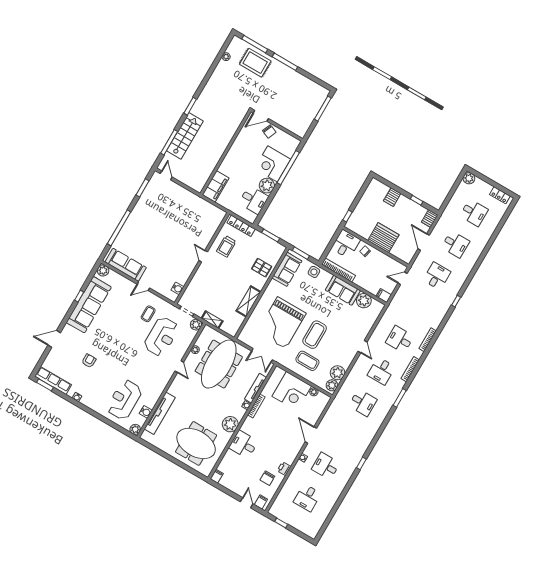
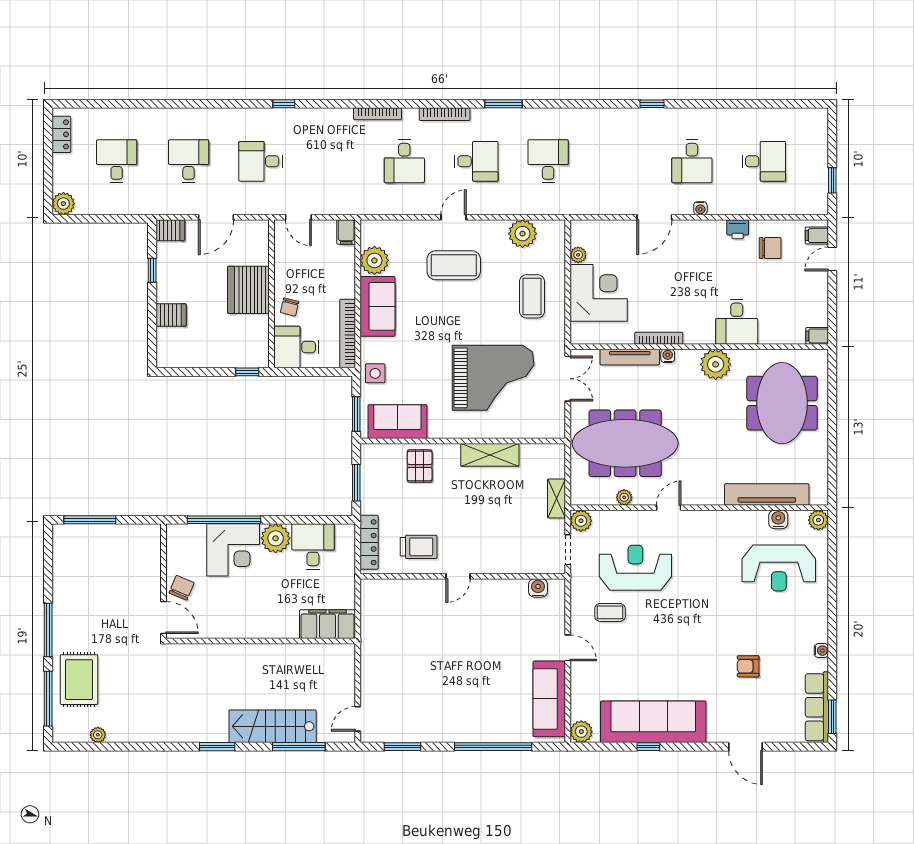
coffee table: (315, 335) -> (454, 265), moved
plant: (332, 385) -> (549, 231), removed

